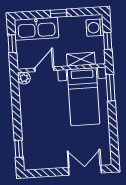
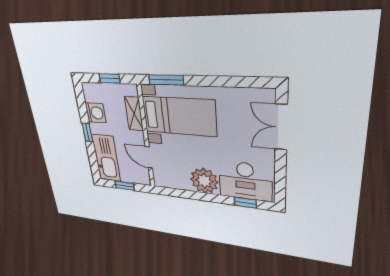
washing machine: (95, 28) -> (96, 113), moved, turned -90
plant: (24, 78) -> (204, 181), moved, width x1.87, depth x1.87
desk: (38, 148) -> (245, 181), added

